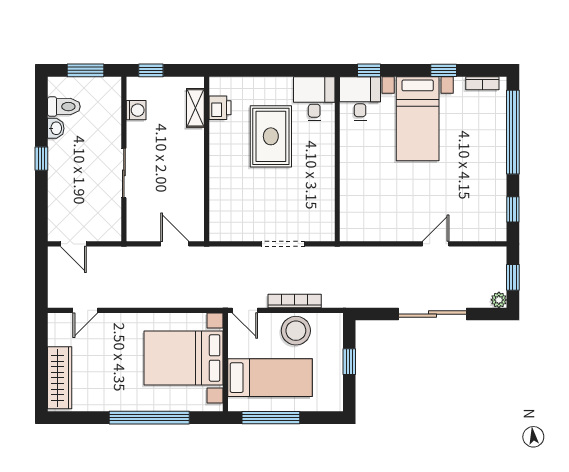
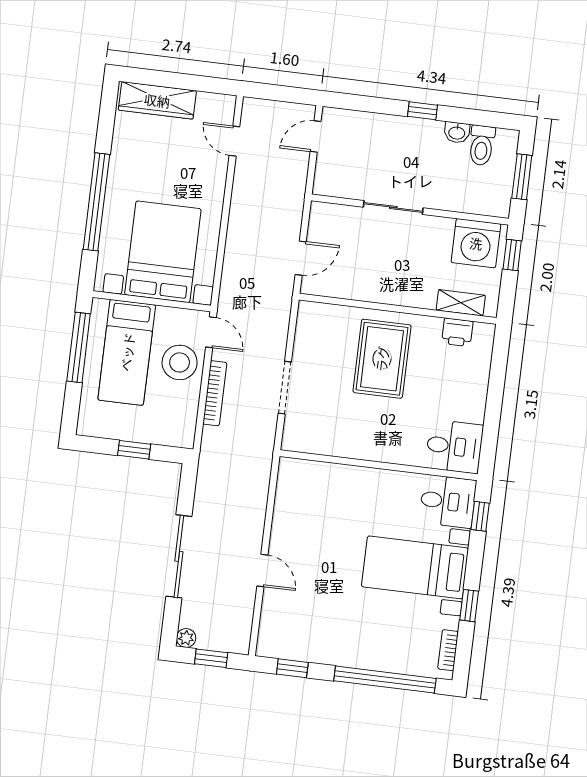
washing machine: (136, 110) -> (476, 243), width x1.89, depth x1.89
rug: (271, 136) -> (382, 359), moved, turned 90
door: (245, 310) -> (211, 332), swing flipped
stool: (296, 331) -> (180, 362), moved

